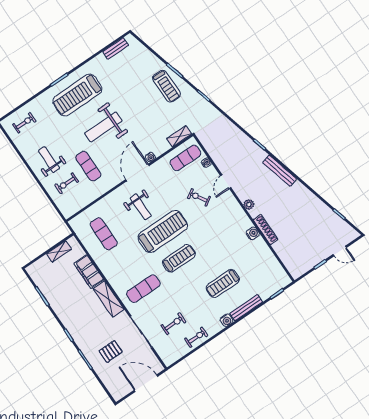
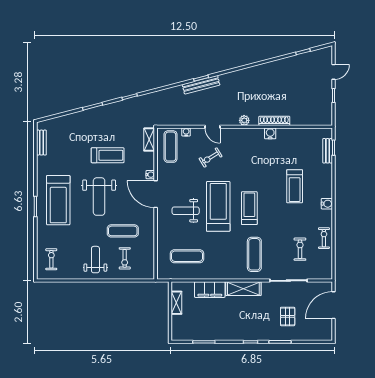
treadmill: (166, 86) -> (108, 155), moved
weight bench: (49, 160) -> (95, 260), turned 90
bench: (280, 171) -> (201, 85), moved
weight bench: (141, 207) -> (186, 211), turned 180
bench: (246, 308) -> (328, 151), moved, width x0.73

